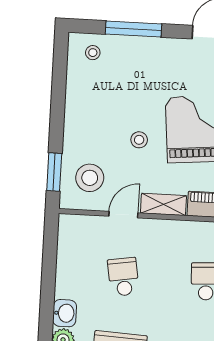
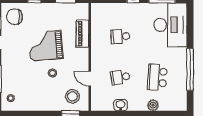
shelving: (163, 204) -> (84, 59), removed
washbasin: (65, 313) -> (121, 105), moved

